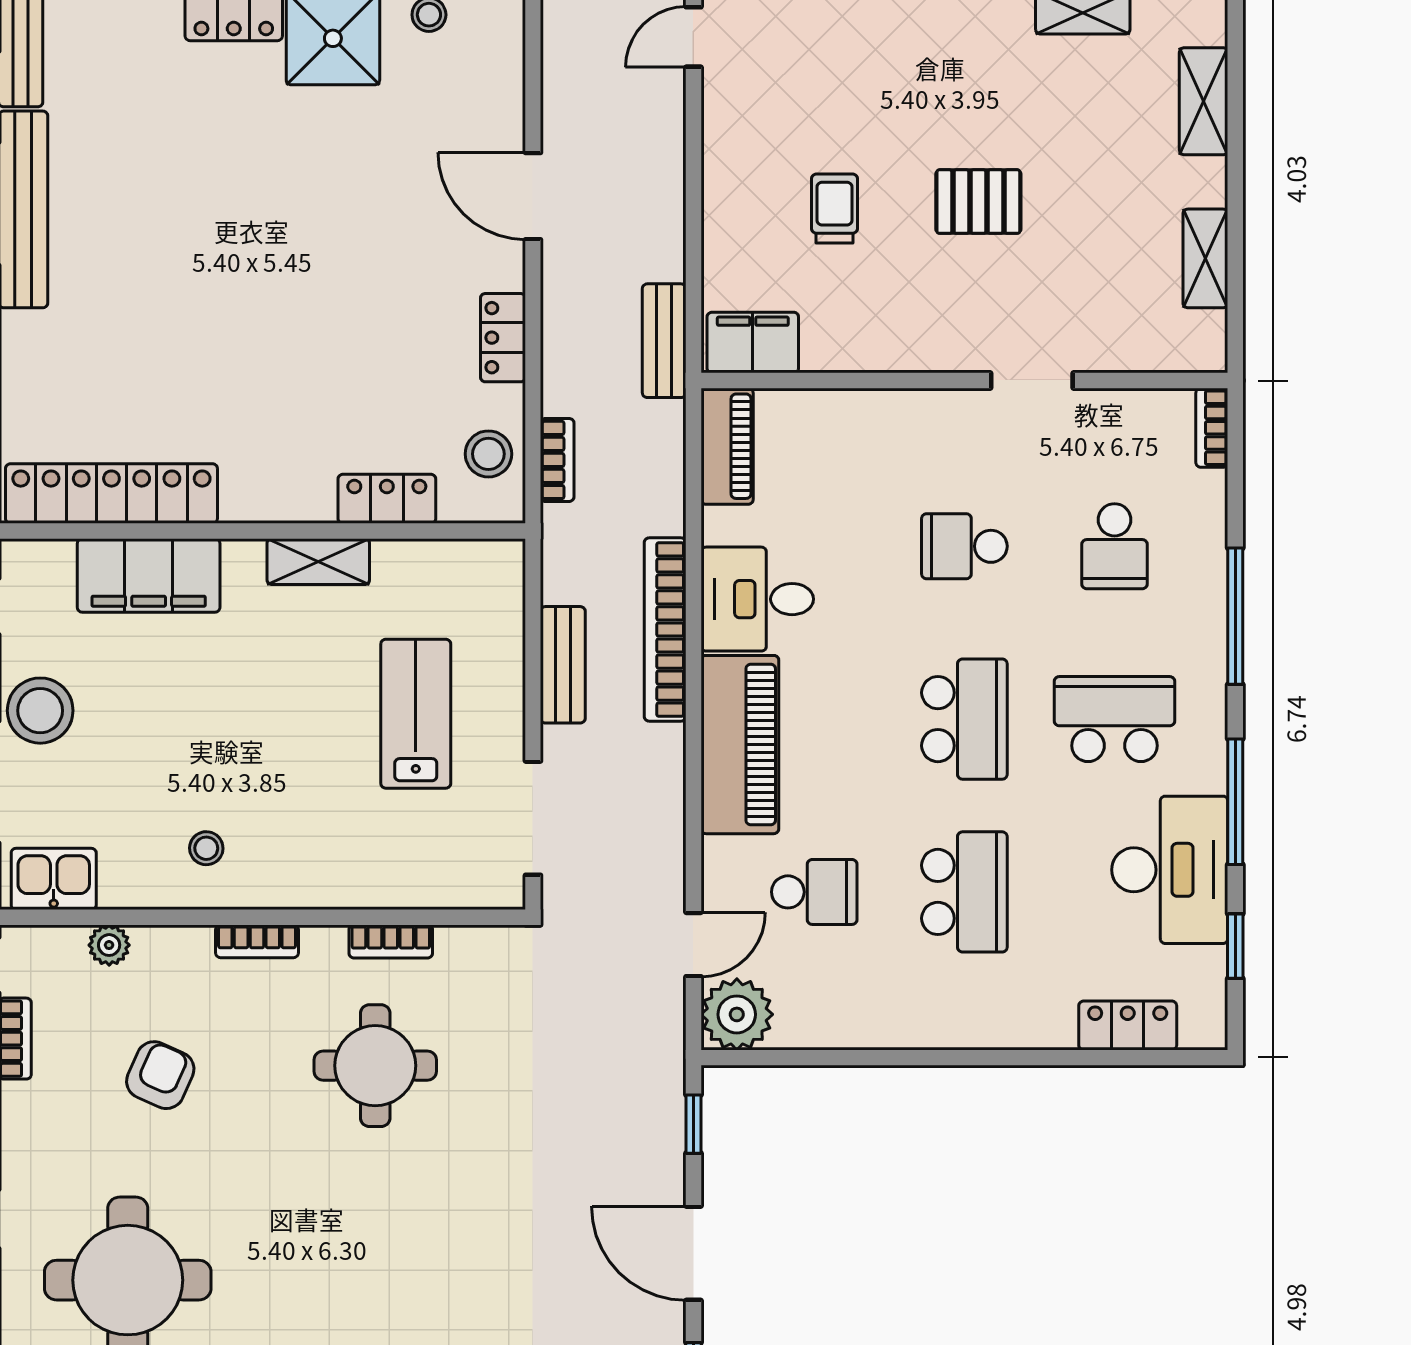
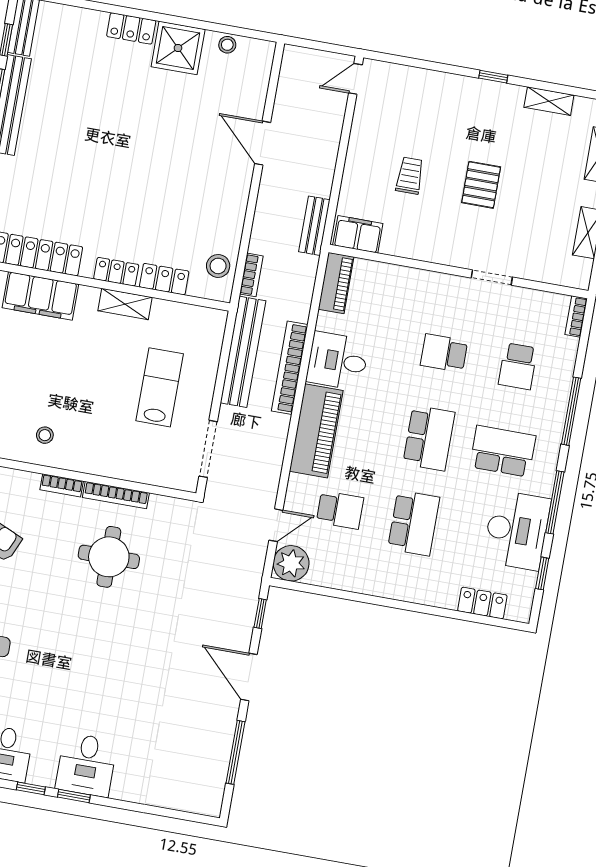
pallet: (978, 202) -> (481, 185), turned 90
locker: (503, 338) -> (116, 272), moved, turned 90
bench: (563, 665) -> (243, 352), width x1.86, depth x1.21
bookcase: (391, 941) -> (116, 495), width x1.56

